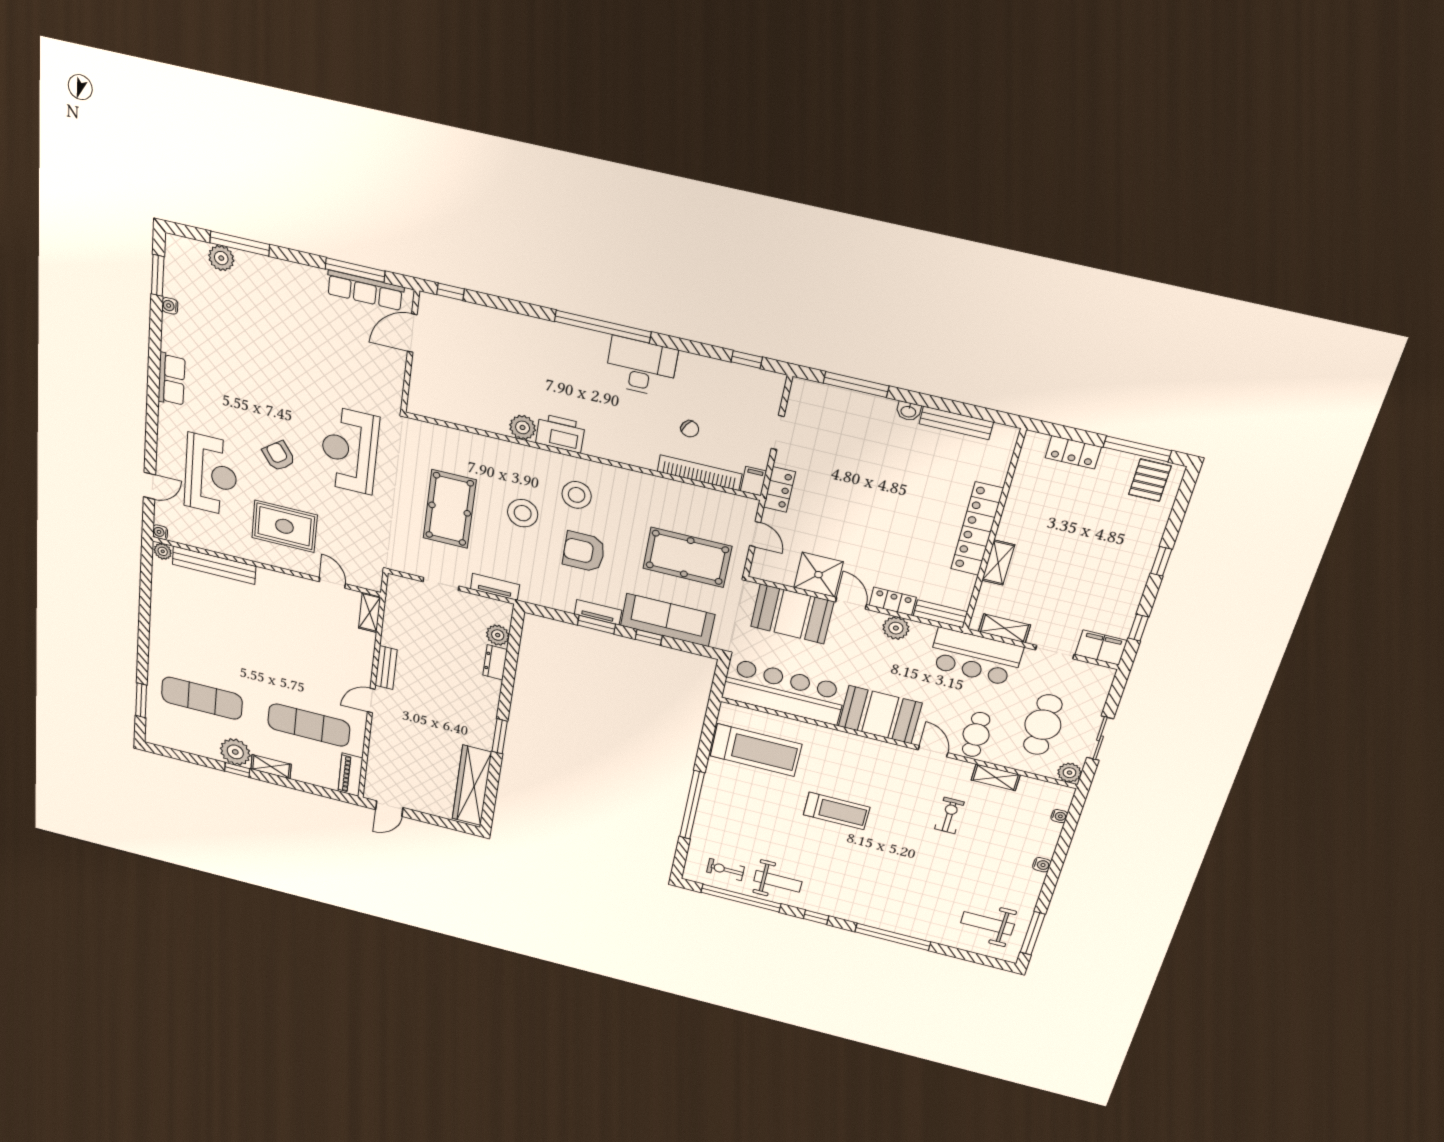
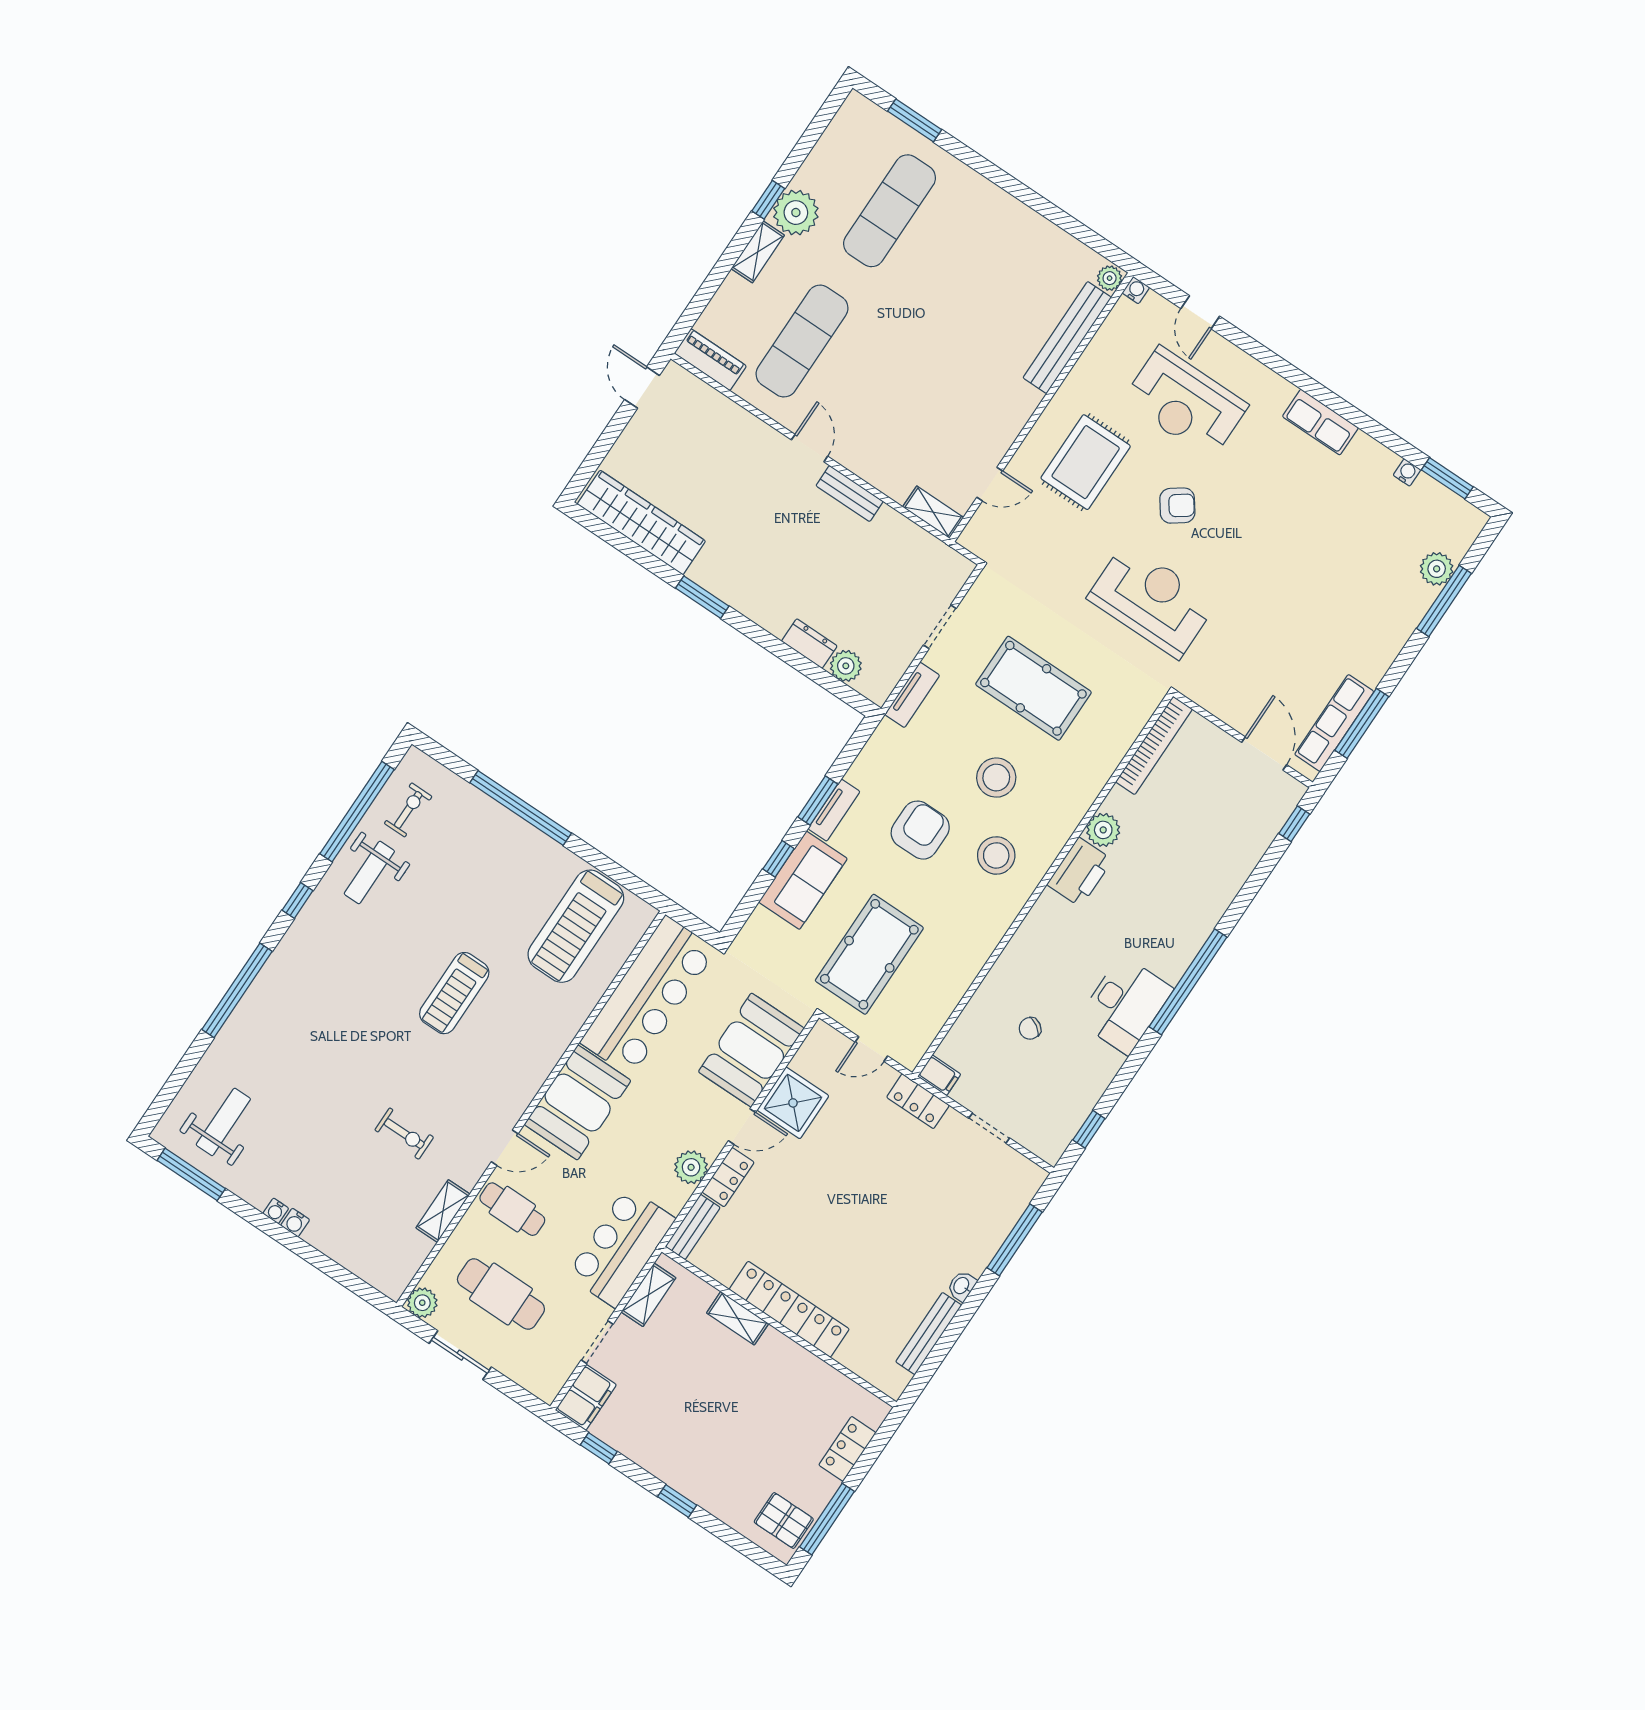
bookcase: (700, 473) -> (1154, 745), moved
sofa: (668, 620) -> (803, 880), width x0.73
water cooler: (1059, 816) -> (276, 1211), moved

